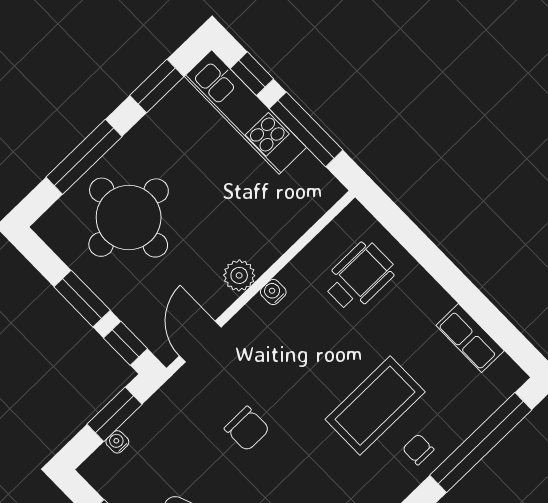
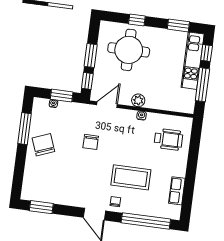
window: (84, 157) -> (137, 20), width x0.46
chair: (418, 449) -> (115, 202), moved

